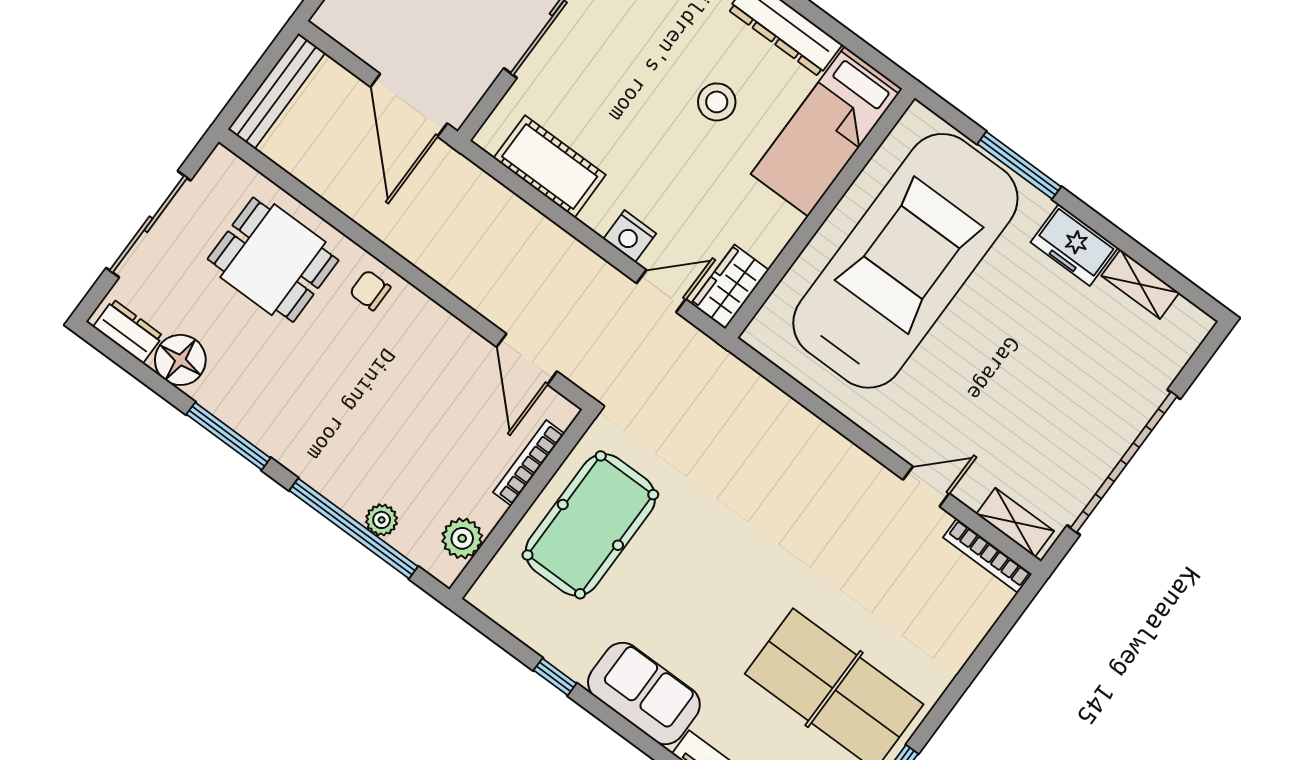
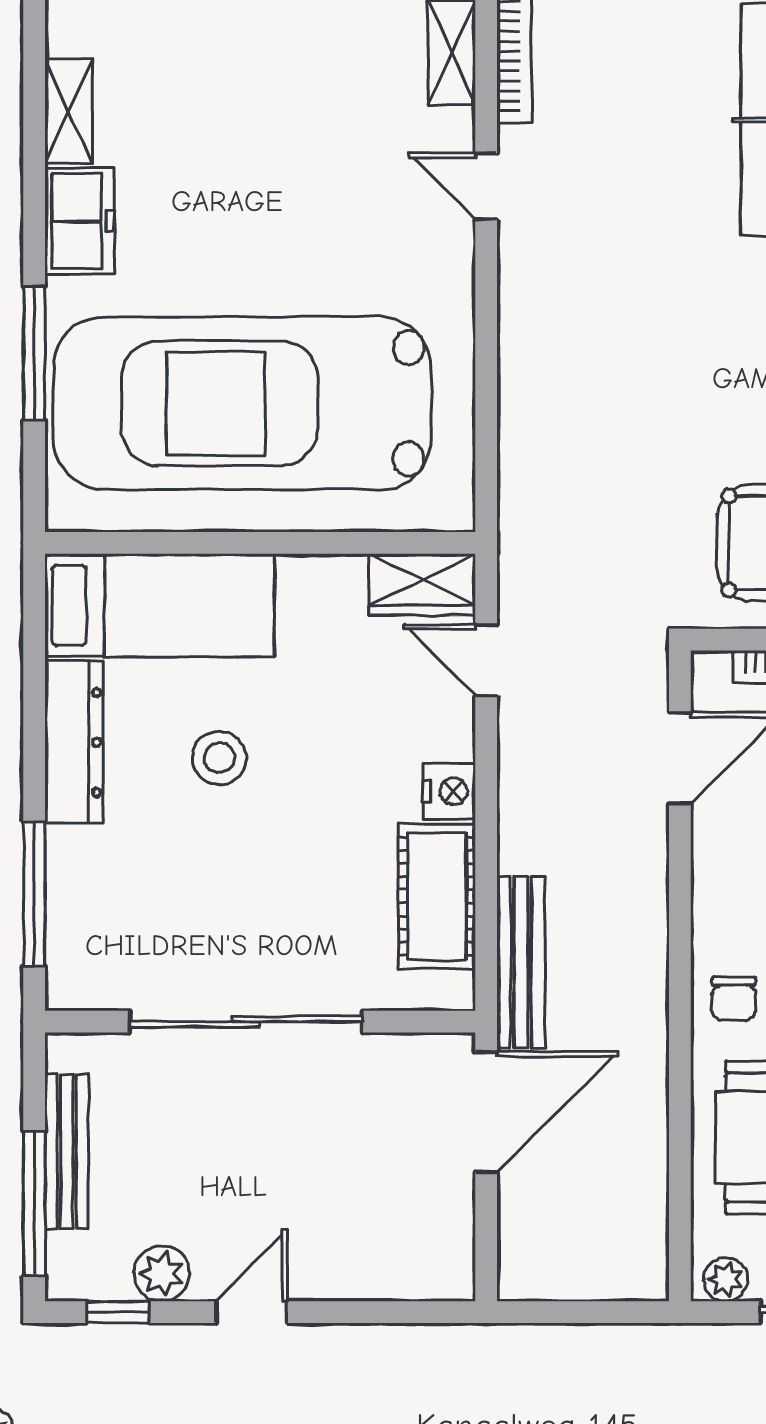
bench: (276, 91) -> (521, 962), moved, turned 90
plant: (217, 170) -> (726, 1279), added
nightstand: (630, 236) -> (449, 791), moved

